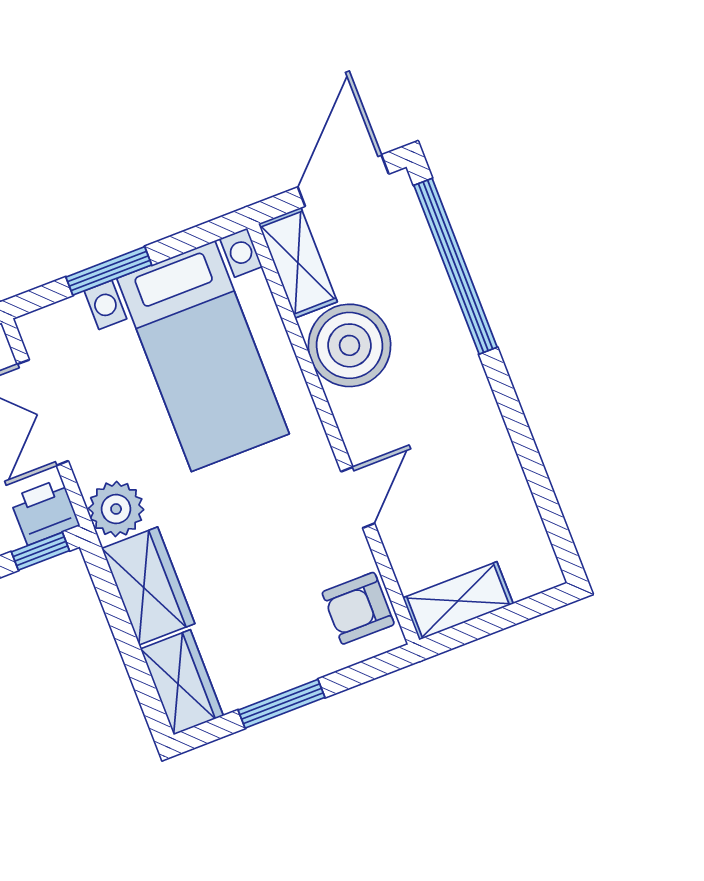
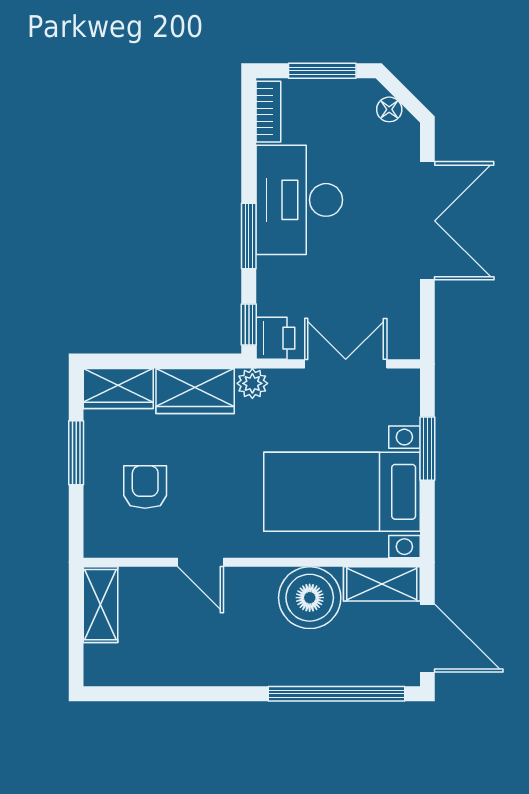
plant: (116, 509) -> (252, 383), width x0.73, depth x0.73
armchair: (358, 608) -> (145, 487), moved

